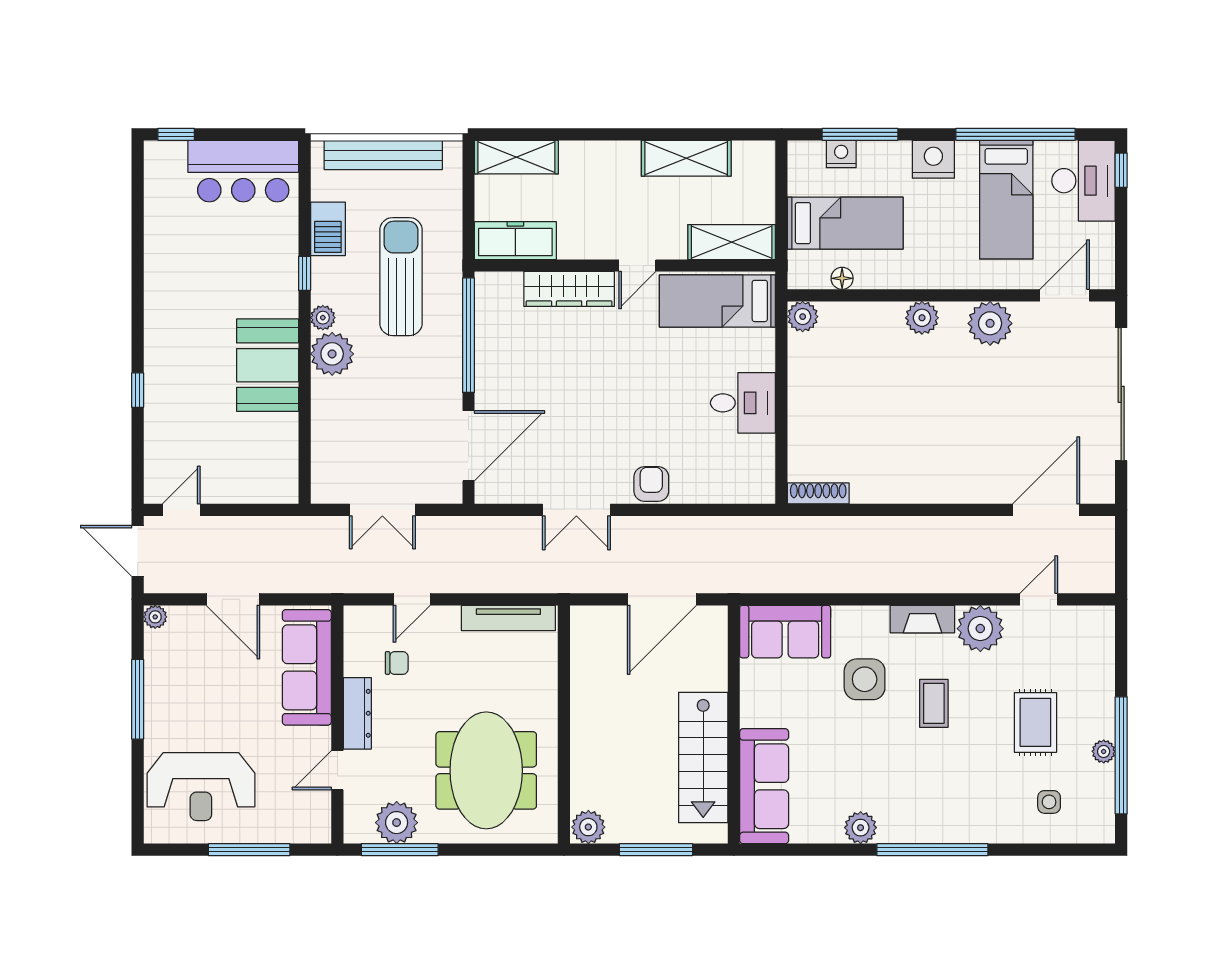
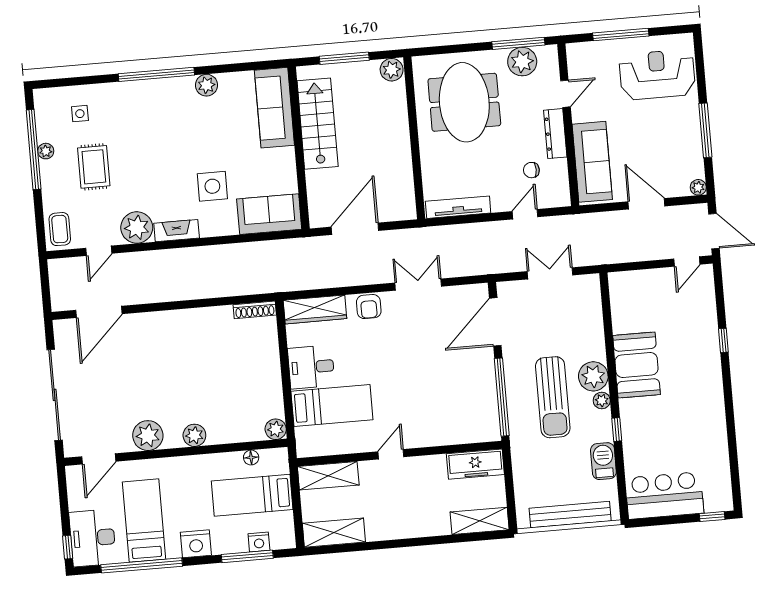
shelving: (686, 158) -> (334, 533), moved
sun lounger: (401, 277) -> (553, 397), moved
wardrobe: (569, 289) -> (315, 309), moved, turned 180
bed: (717, 301) -> (332, 405), moved
coffee table: (934, 703) -> (60, 229), moved

